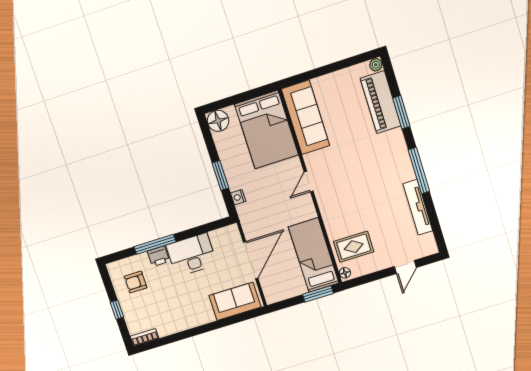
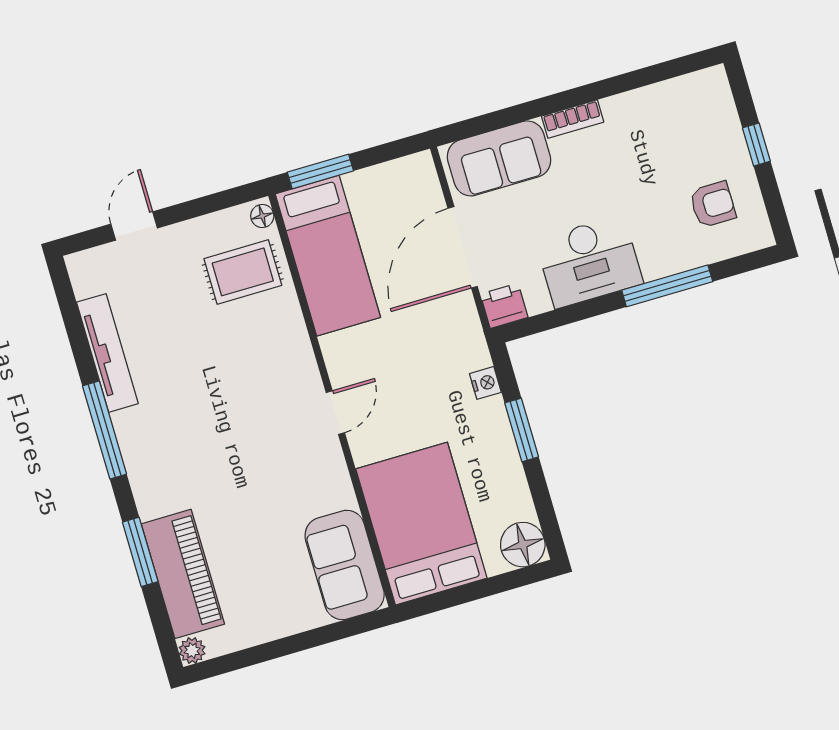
sofa: (306, 117) -> (345, 565), width x0.73
printer: (158, 256) -> (504, 306), moved
bookcase: (145, 337) -> (573, 119), moved

